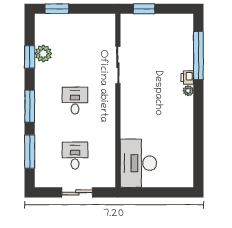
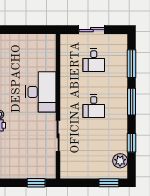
plant: (43, 54) -> (120, 161), moved
desk: (138, 163) -> (41, 92), moved

